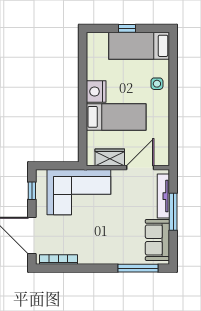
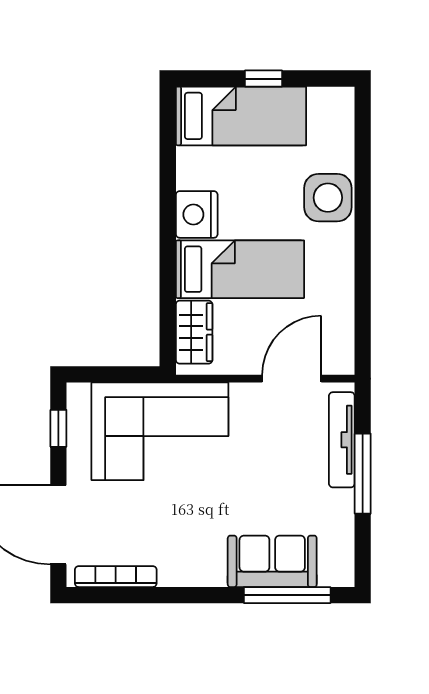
bed: (139, 46) -> (241, 116), moved, turned 180
side table: (157, 84) -> (328, 198), width x1.87, depth x1.87
wardrobe: (110, 157) -> (194, 332), moved, turned 90
sofa: (157, 240) -> (272, 561), moved, turned 90

